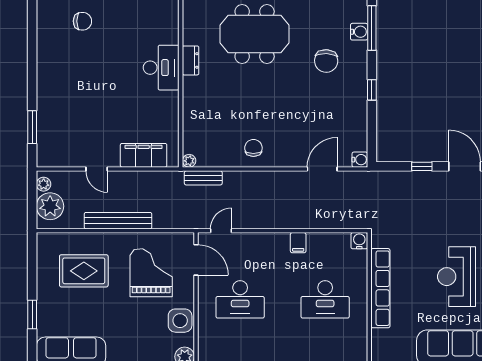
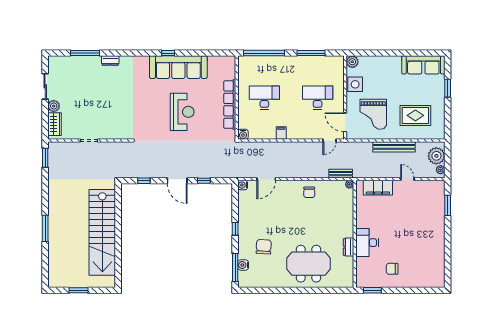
chair: (82, 21) -> (392, 269), moved

